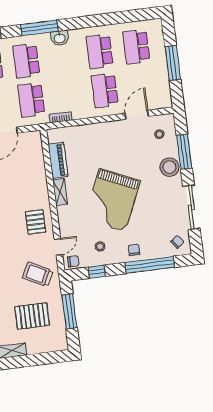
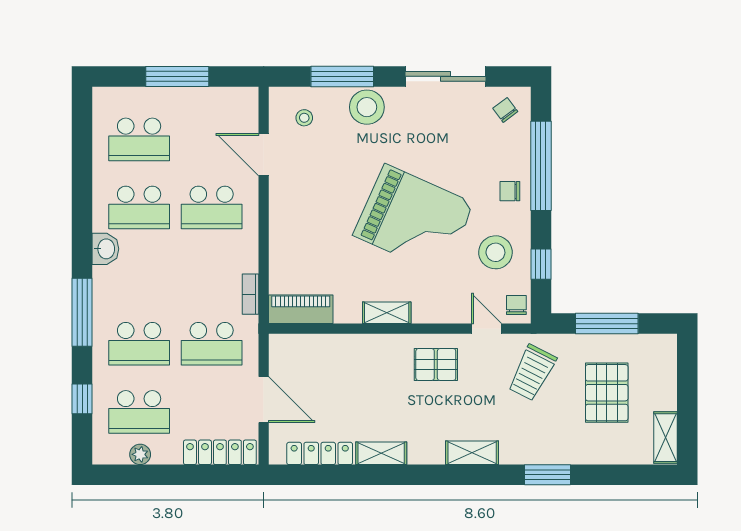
washbasin: (60, 38) -> (105, 249), moved
piano: (58, 160) -> (301, 309), moved
stool: (100, 246) -> (495, 252), width x1.89, depth x1.89

